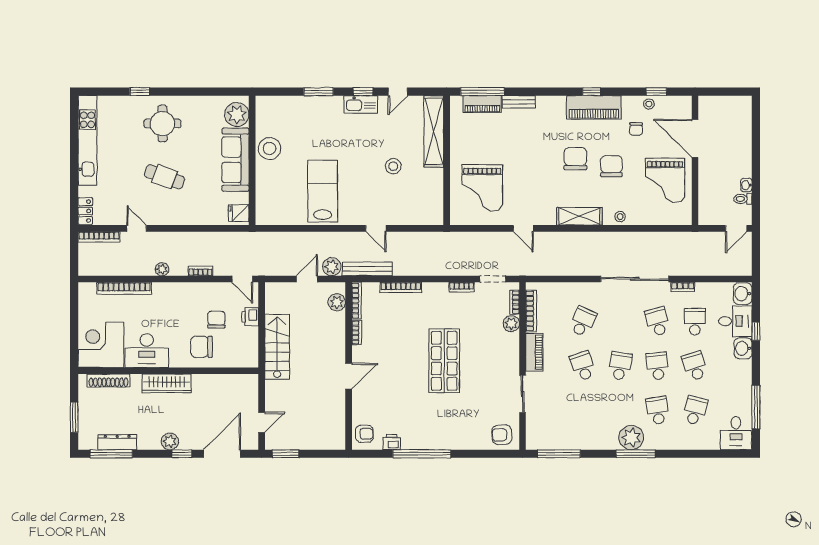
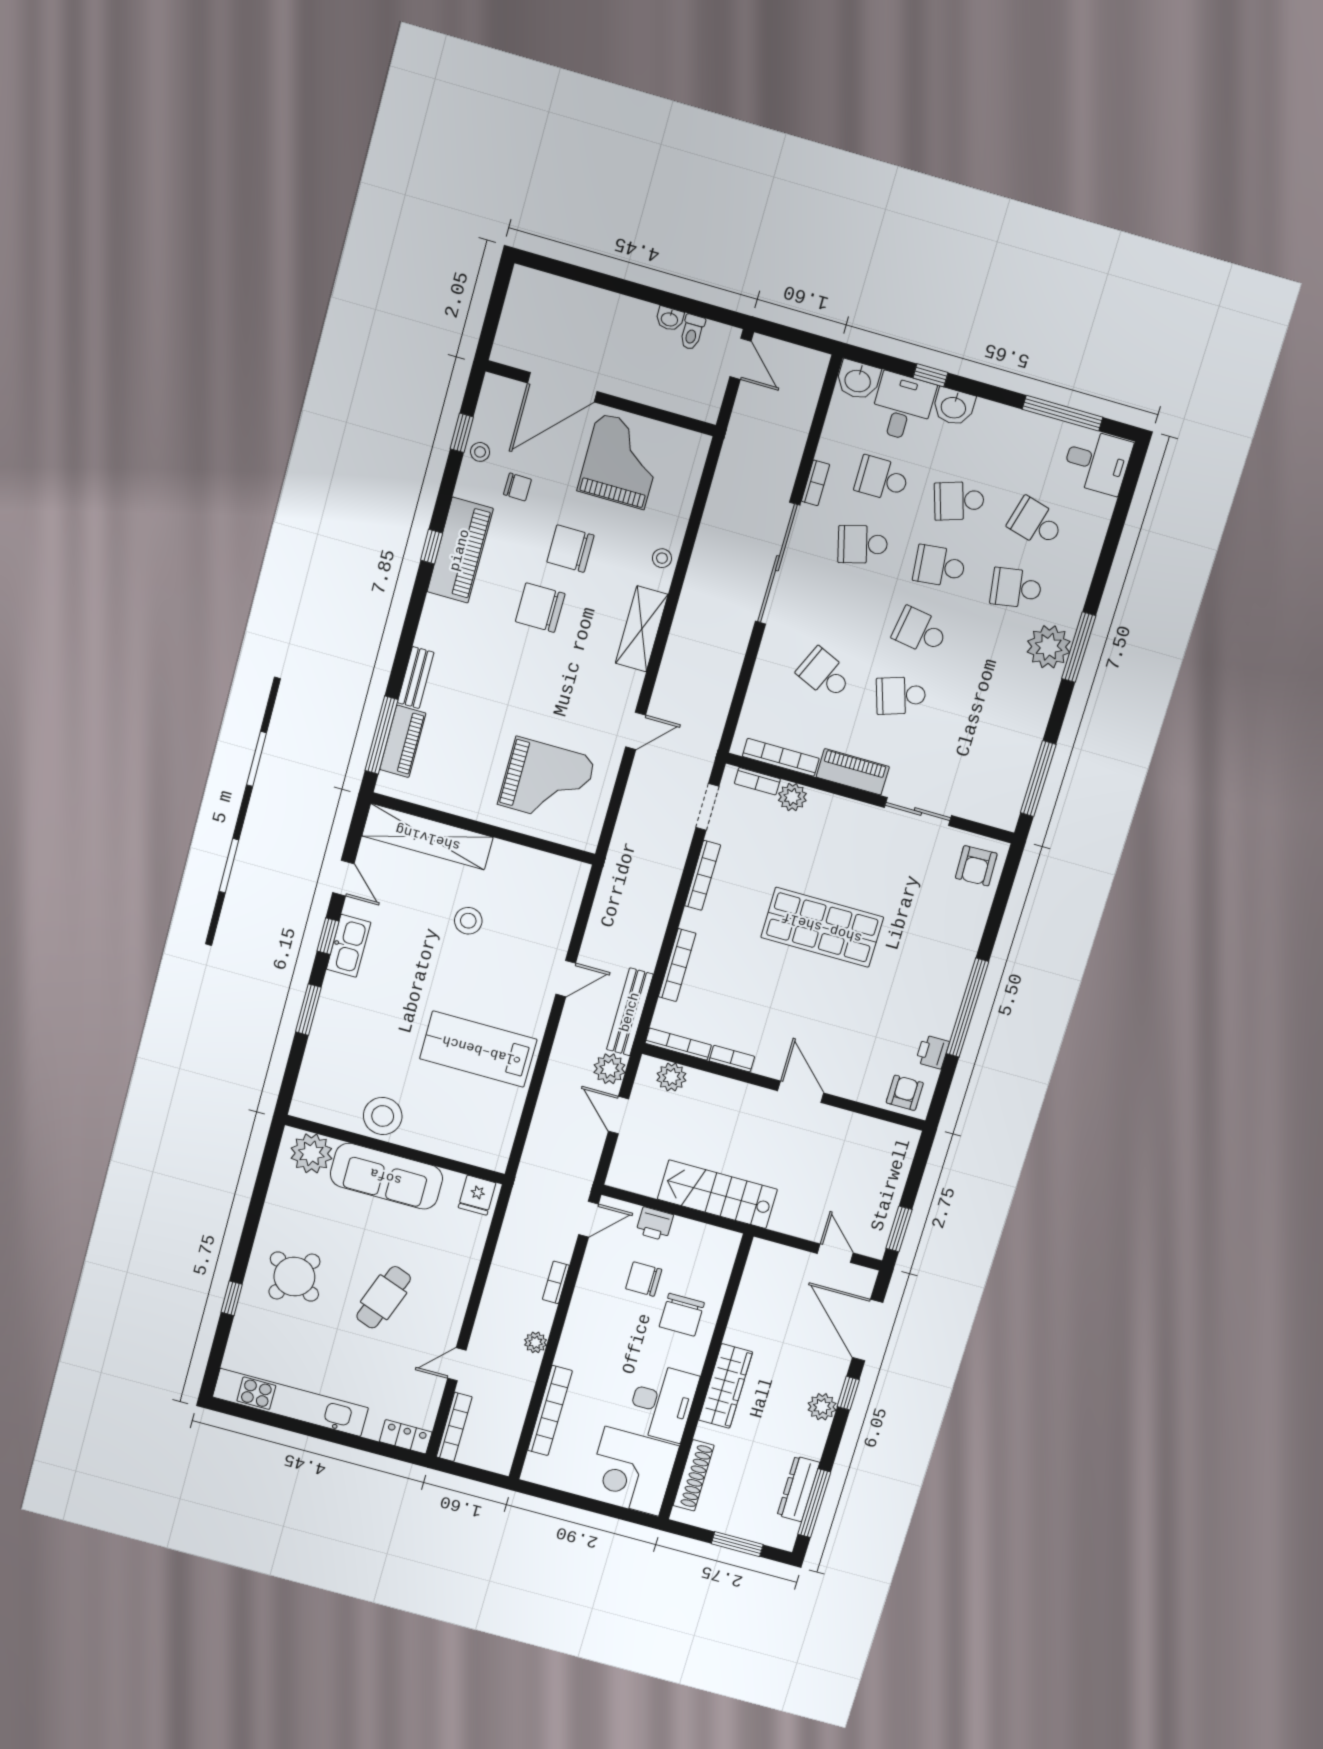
round table: (162, 124) -> (294, 1277), turned 33
grand piano: (665, 180) -> (621, 461), turned -90
bookcase: (462, 287) -> (703, 875), width x1.56

